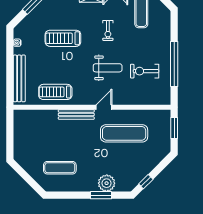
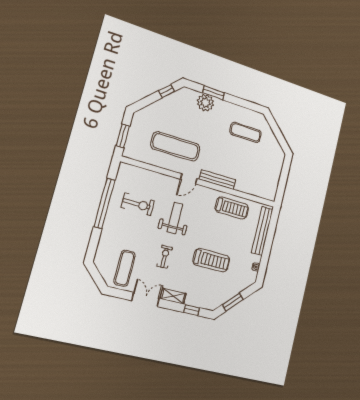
weight bench: (108, 68) -> (175, 218), turned 90

